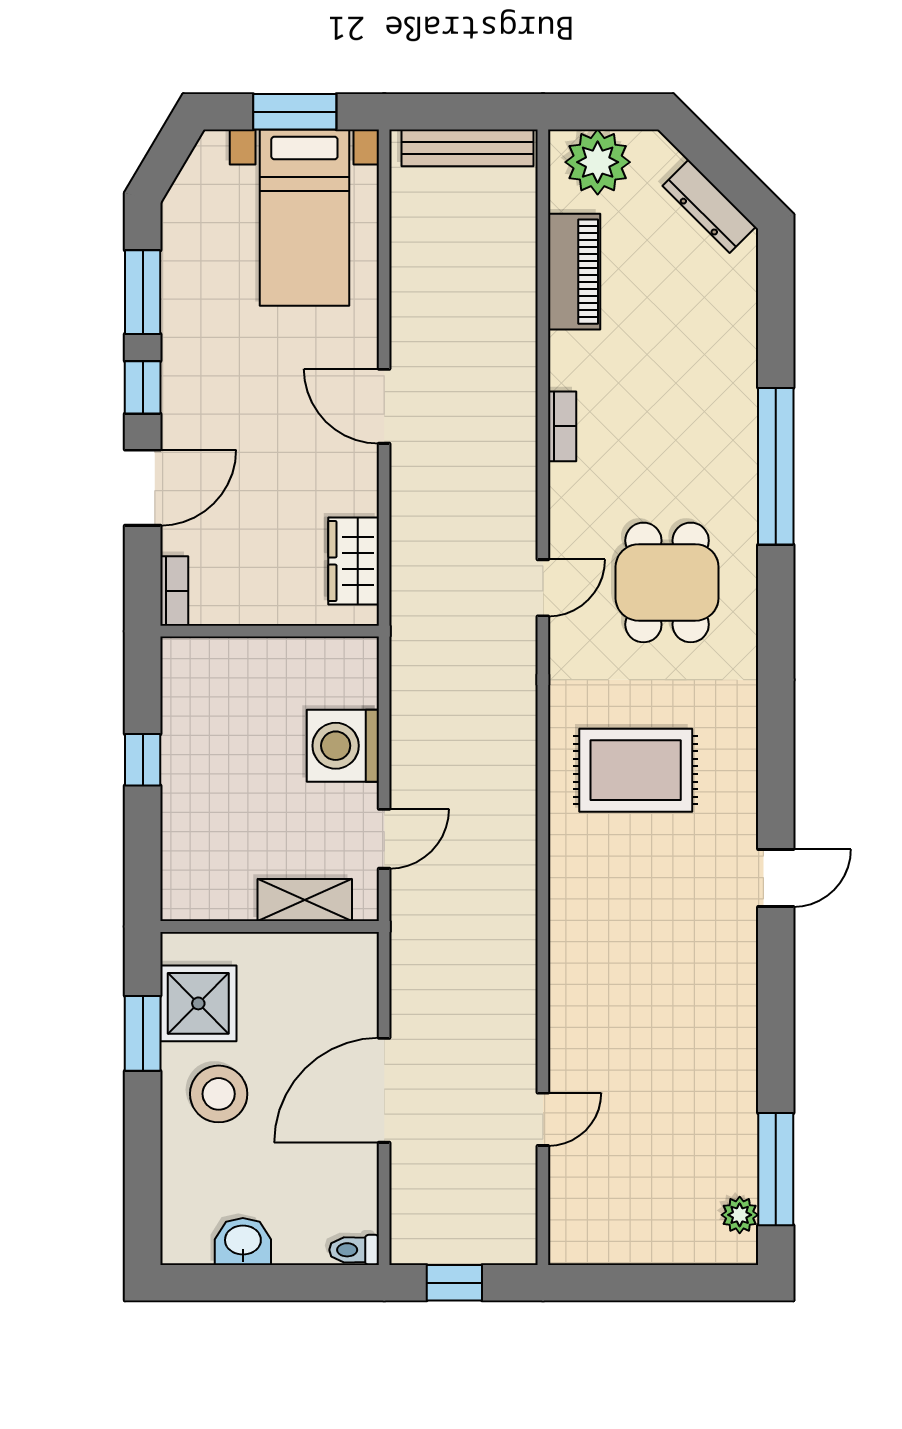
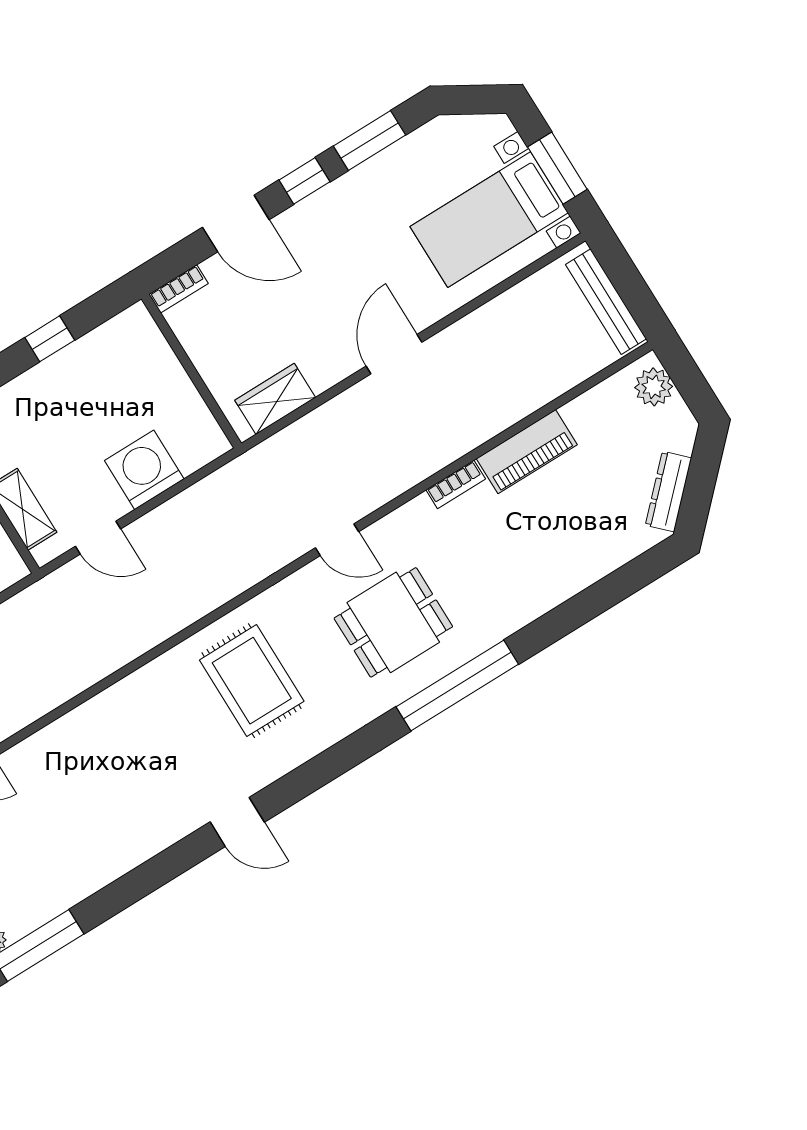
plant: (598, 162) -> (654, 387), width x0.73, depth x0.73
piano: (574, 272) -> (527, 452), moved
window: (776, 466) -> (457, 686), moved

